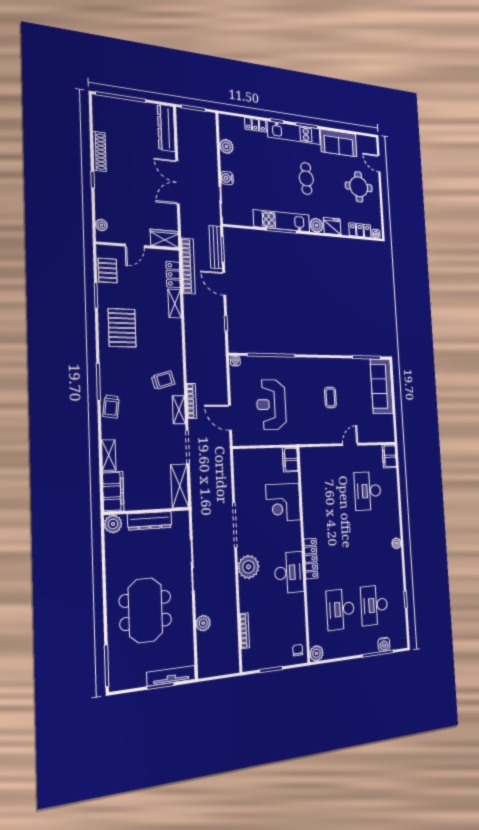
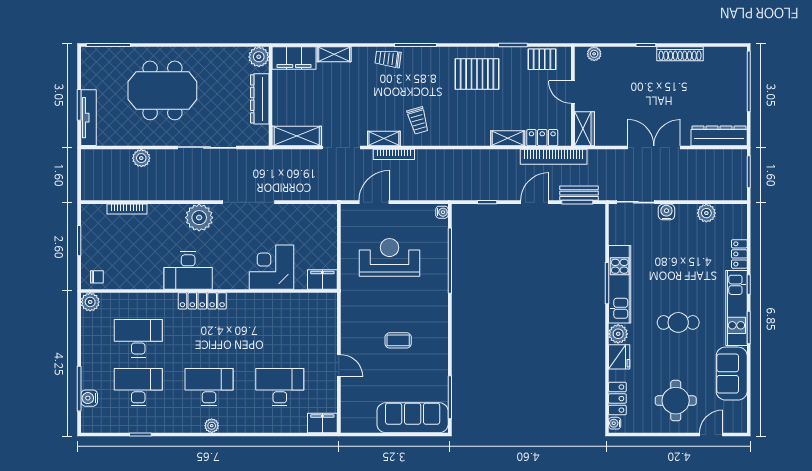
bench: (216, 247) -> (579, 193), width x0.73
desk: (371, 548) -> (209, 387), added

